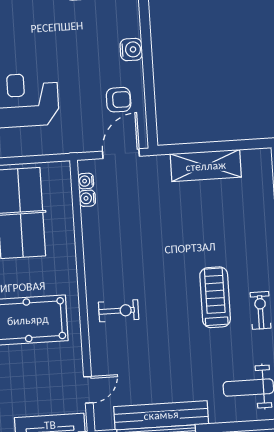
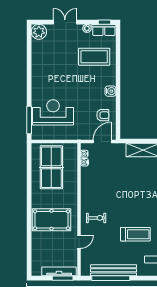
treadmill: (215, 297) -> (135, 234), moved, turned 90
door: (88, 390) -> (79, 242), moved

